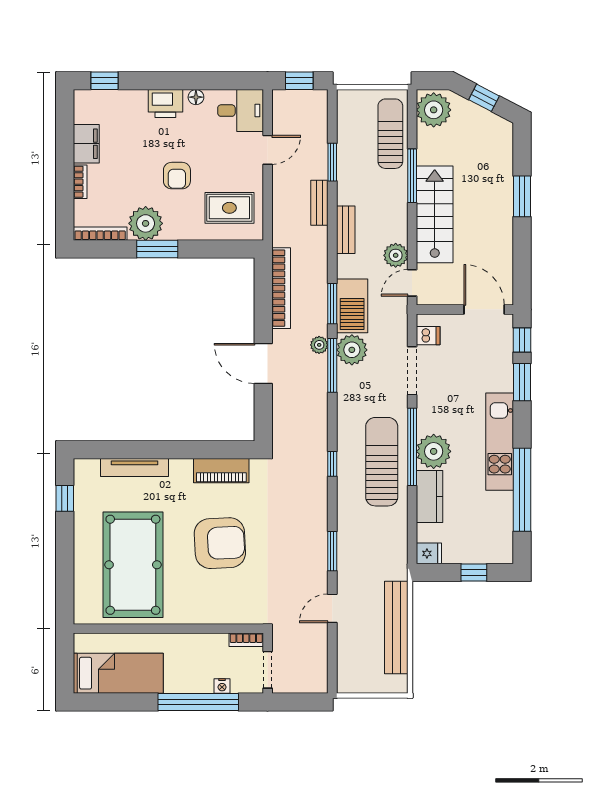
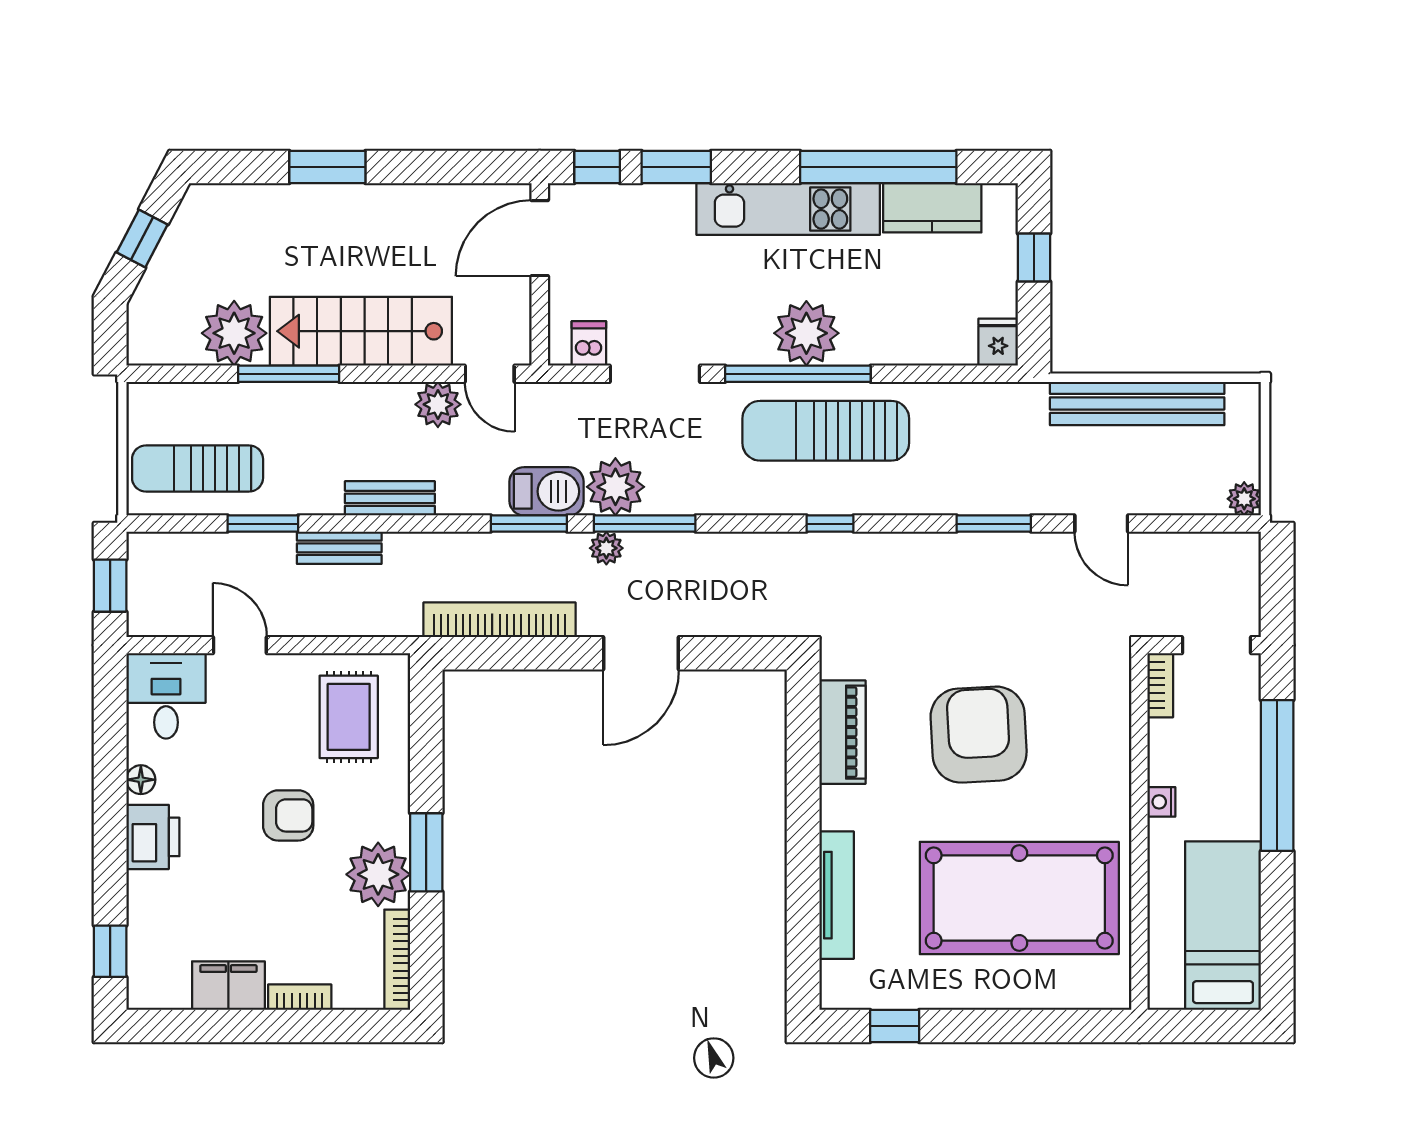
plant: (434, 110) -> (234, 333), moved
sun lounger: (390, 134) -> (198, 469), moved
barbecue: (352, 306) -> (547, 491), width x0.73, depth x0.83
kitchen counter: (429, 497) -> (932, 208), moved, turned 180
plant: (345, 684) -> (1244, 499), added
nightstand: (222, 686) -> (1161, 802), moved, turned 180

